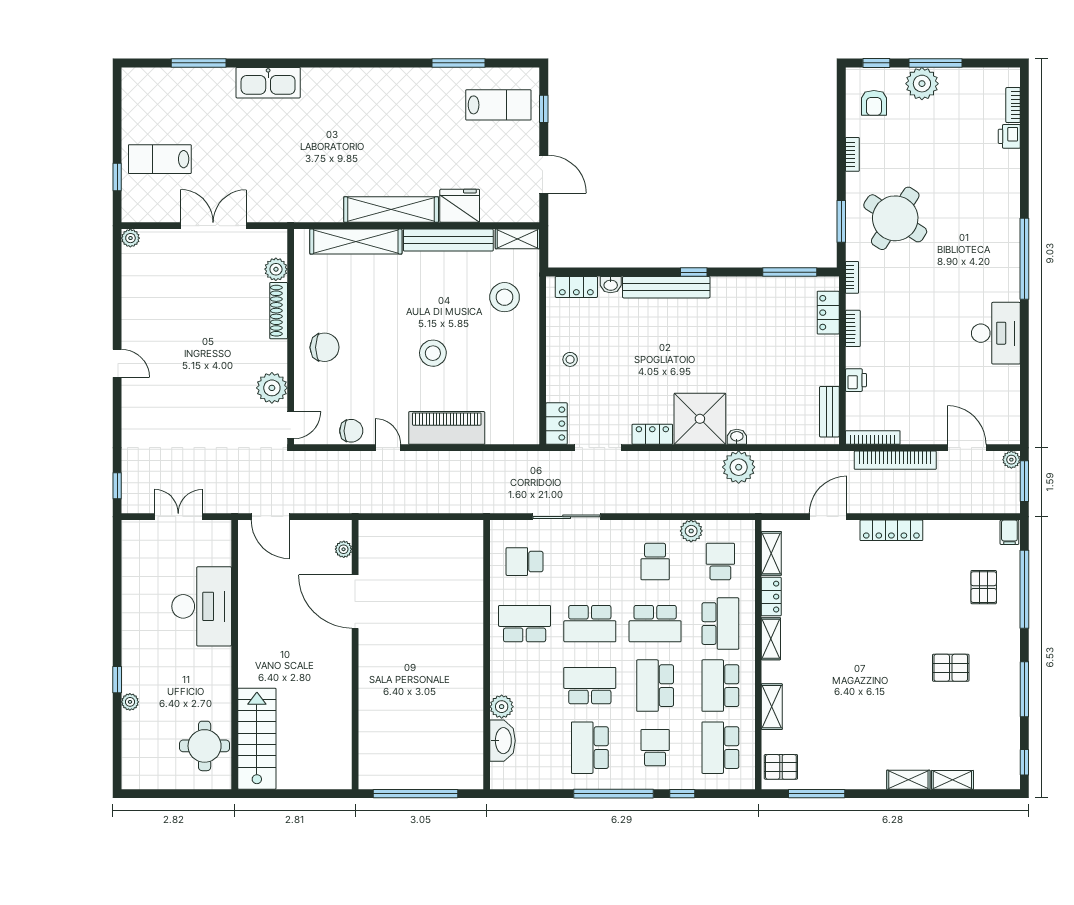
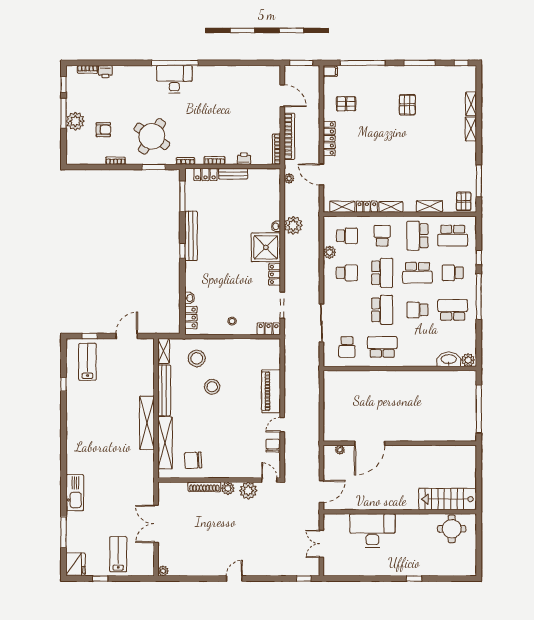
window: (459, 63) -> (64, 384), width x0.46
window: (876, 63) -> (64, 84), moved
armchair: (874, 103) -> (103, 130), moved
lab bench: (160, 159) -> (118, 554), turned 180
window: (117, 177) -> (100, 579), moved
fridge: (460, 206) -> (76, 564), moved, turned 180
plant: (276, 269) -> (228, 488), moved
bench: (666, 287) -> (191, 236), moved
desk: (996, 333) -> (174, 79), moved
chair: (325, 347) -> (193, 460), moved, turned -93
stool: (433, 353) -> (212, 387), moved
bench: (829, 412) -> (233, 174), moved
door: (967, 448) -> (282, 96), swing flipped
plant: (1011, 460) -> (289, 178), moved
school desk: (720, 562) -> (347, 236), turned 180
pallet: (984, 587) -> (346, 104), moved
school desk: (525, 624) -> (382, 347), turned 90
school desk: (720, 624) -> (382, 236), width x0.54
school desk: (590, 686) -> (417, 310), width x0.54
school desk: (720, 686) -> (417, 236), turned 90
plant: (130, 702) -> (427, 571), removed
plant: (502, 707) -> (468, 360), moved
school desk: (590, 748) -> (453, 310), turned 180

